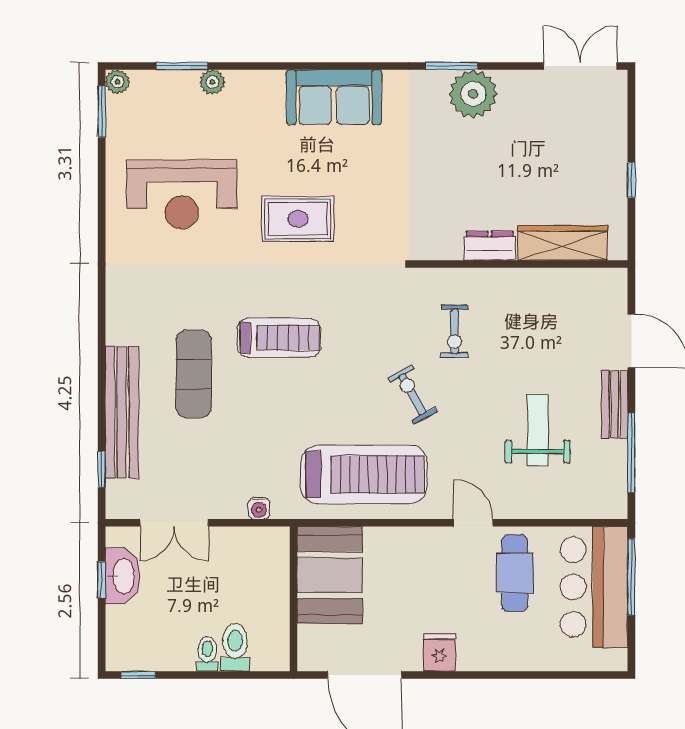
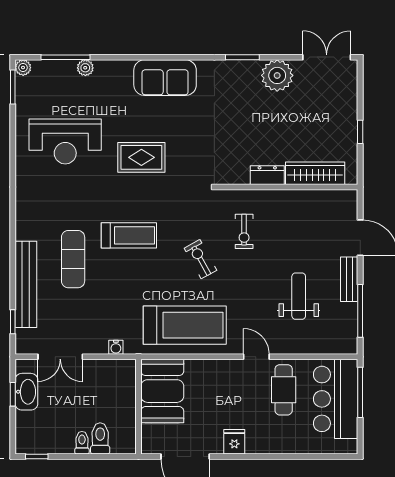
window: (182, 66) -> (66, 57), width x1.44
plant: (473, 94) -> (277, 75), moved
exercise bike: (412, 394) -> (200, 259), moved

